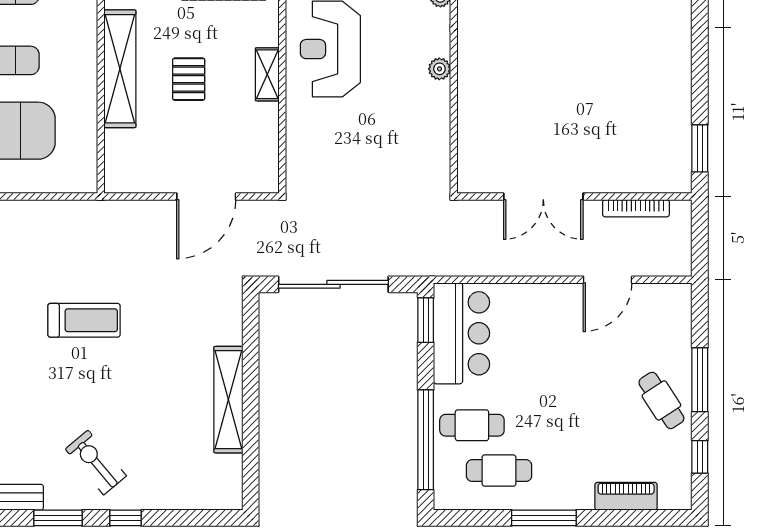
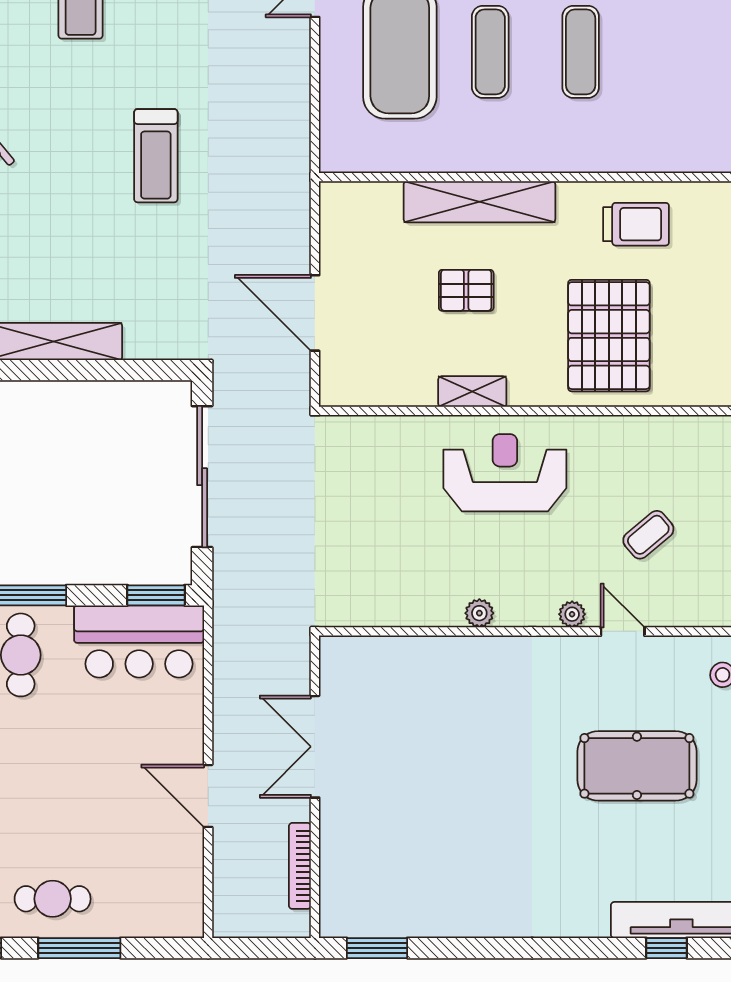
door: (608, 280) -> (208, 796), moved
cafe table: (661, 400) -> (53, 899), turned 33

